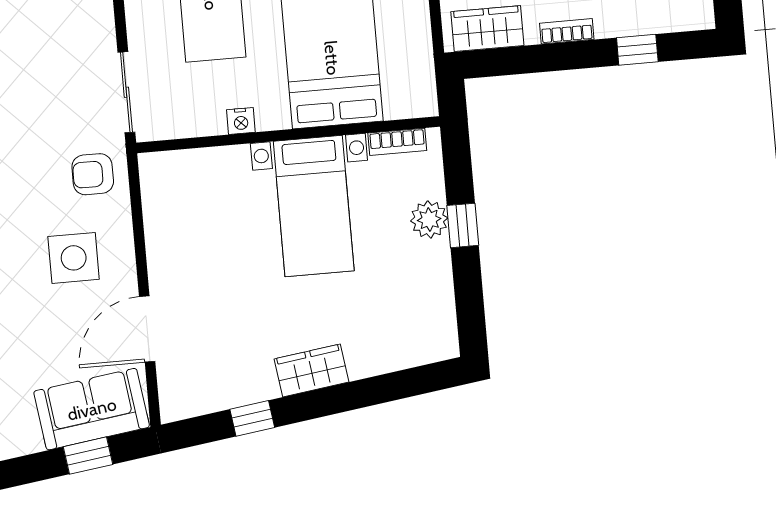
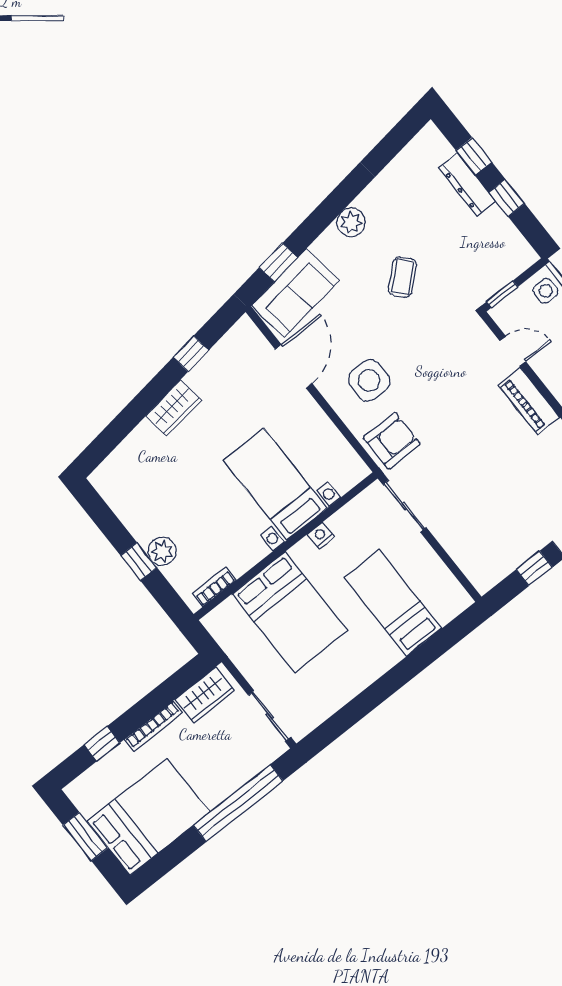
bookcase: (567, 31) -> (154, 726), width x1.56
armchair: (93, 174) -> (392, 441), width x1.38, depth x1.38
bed with nightstands: (314, 206) -> (275, 484), moved

